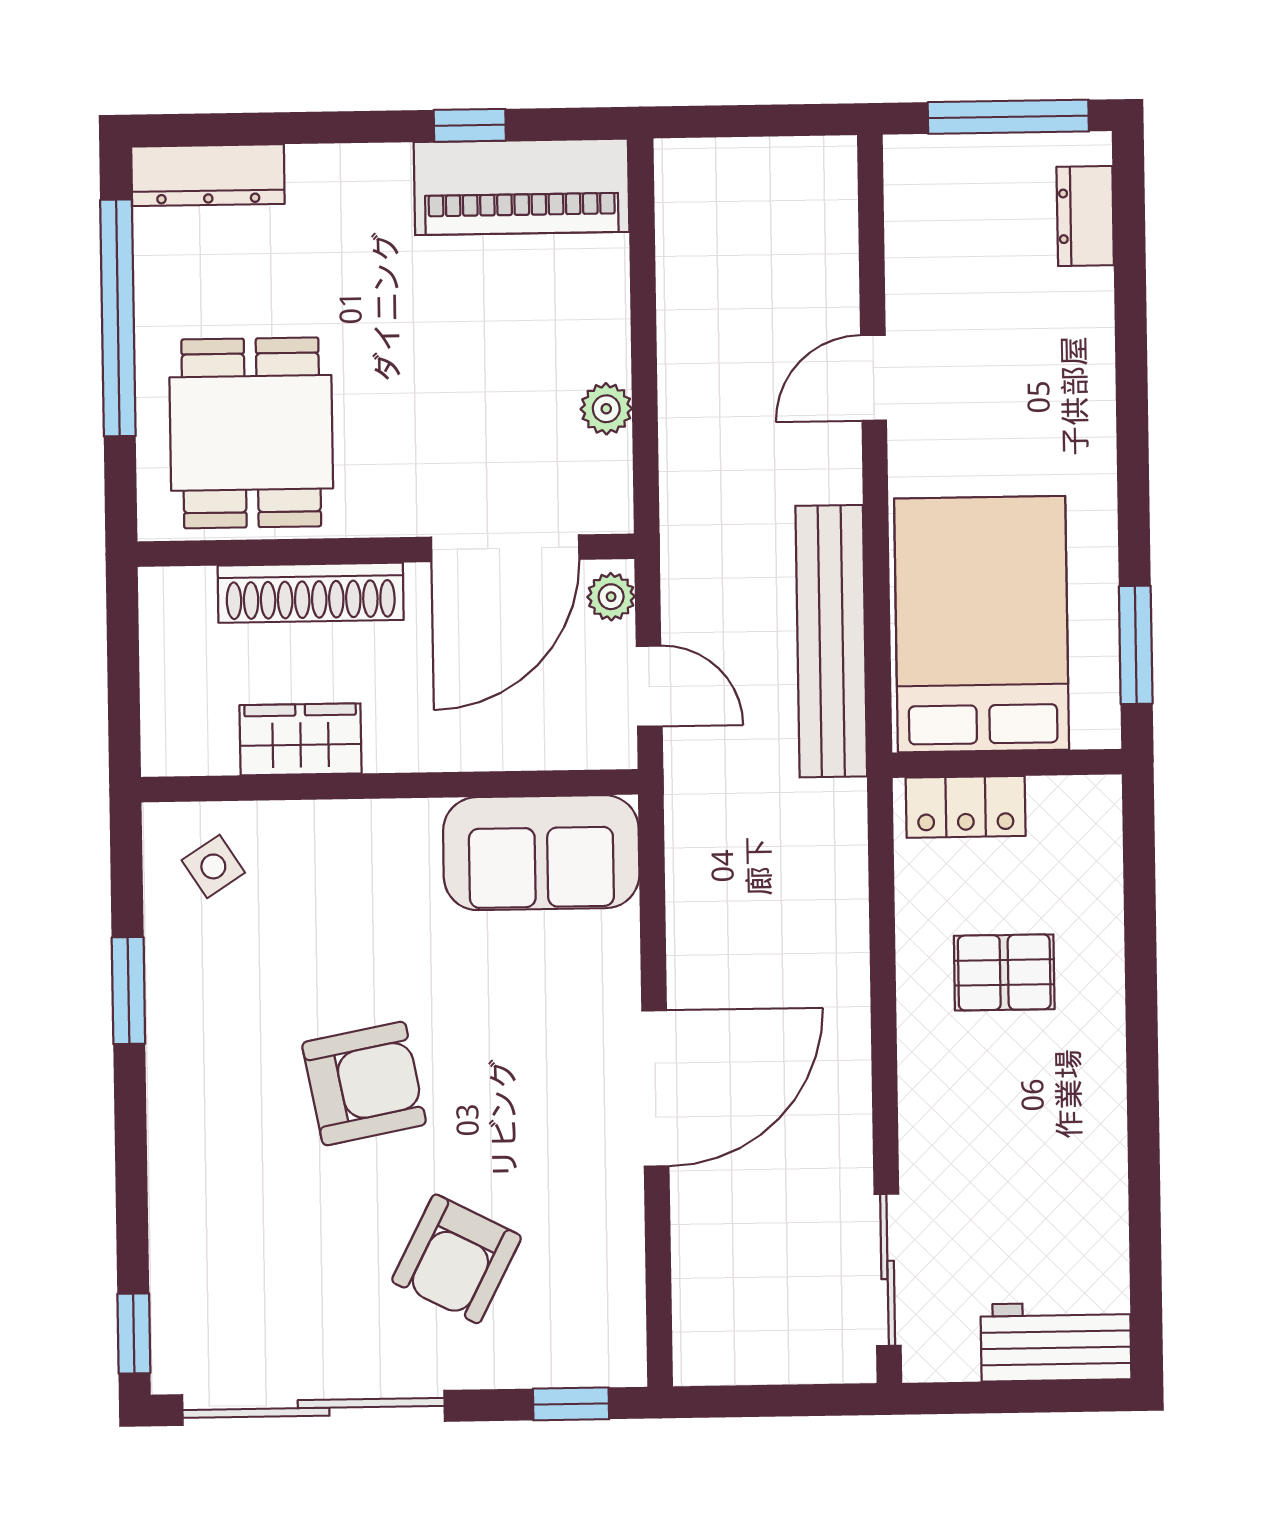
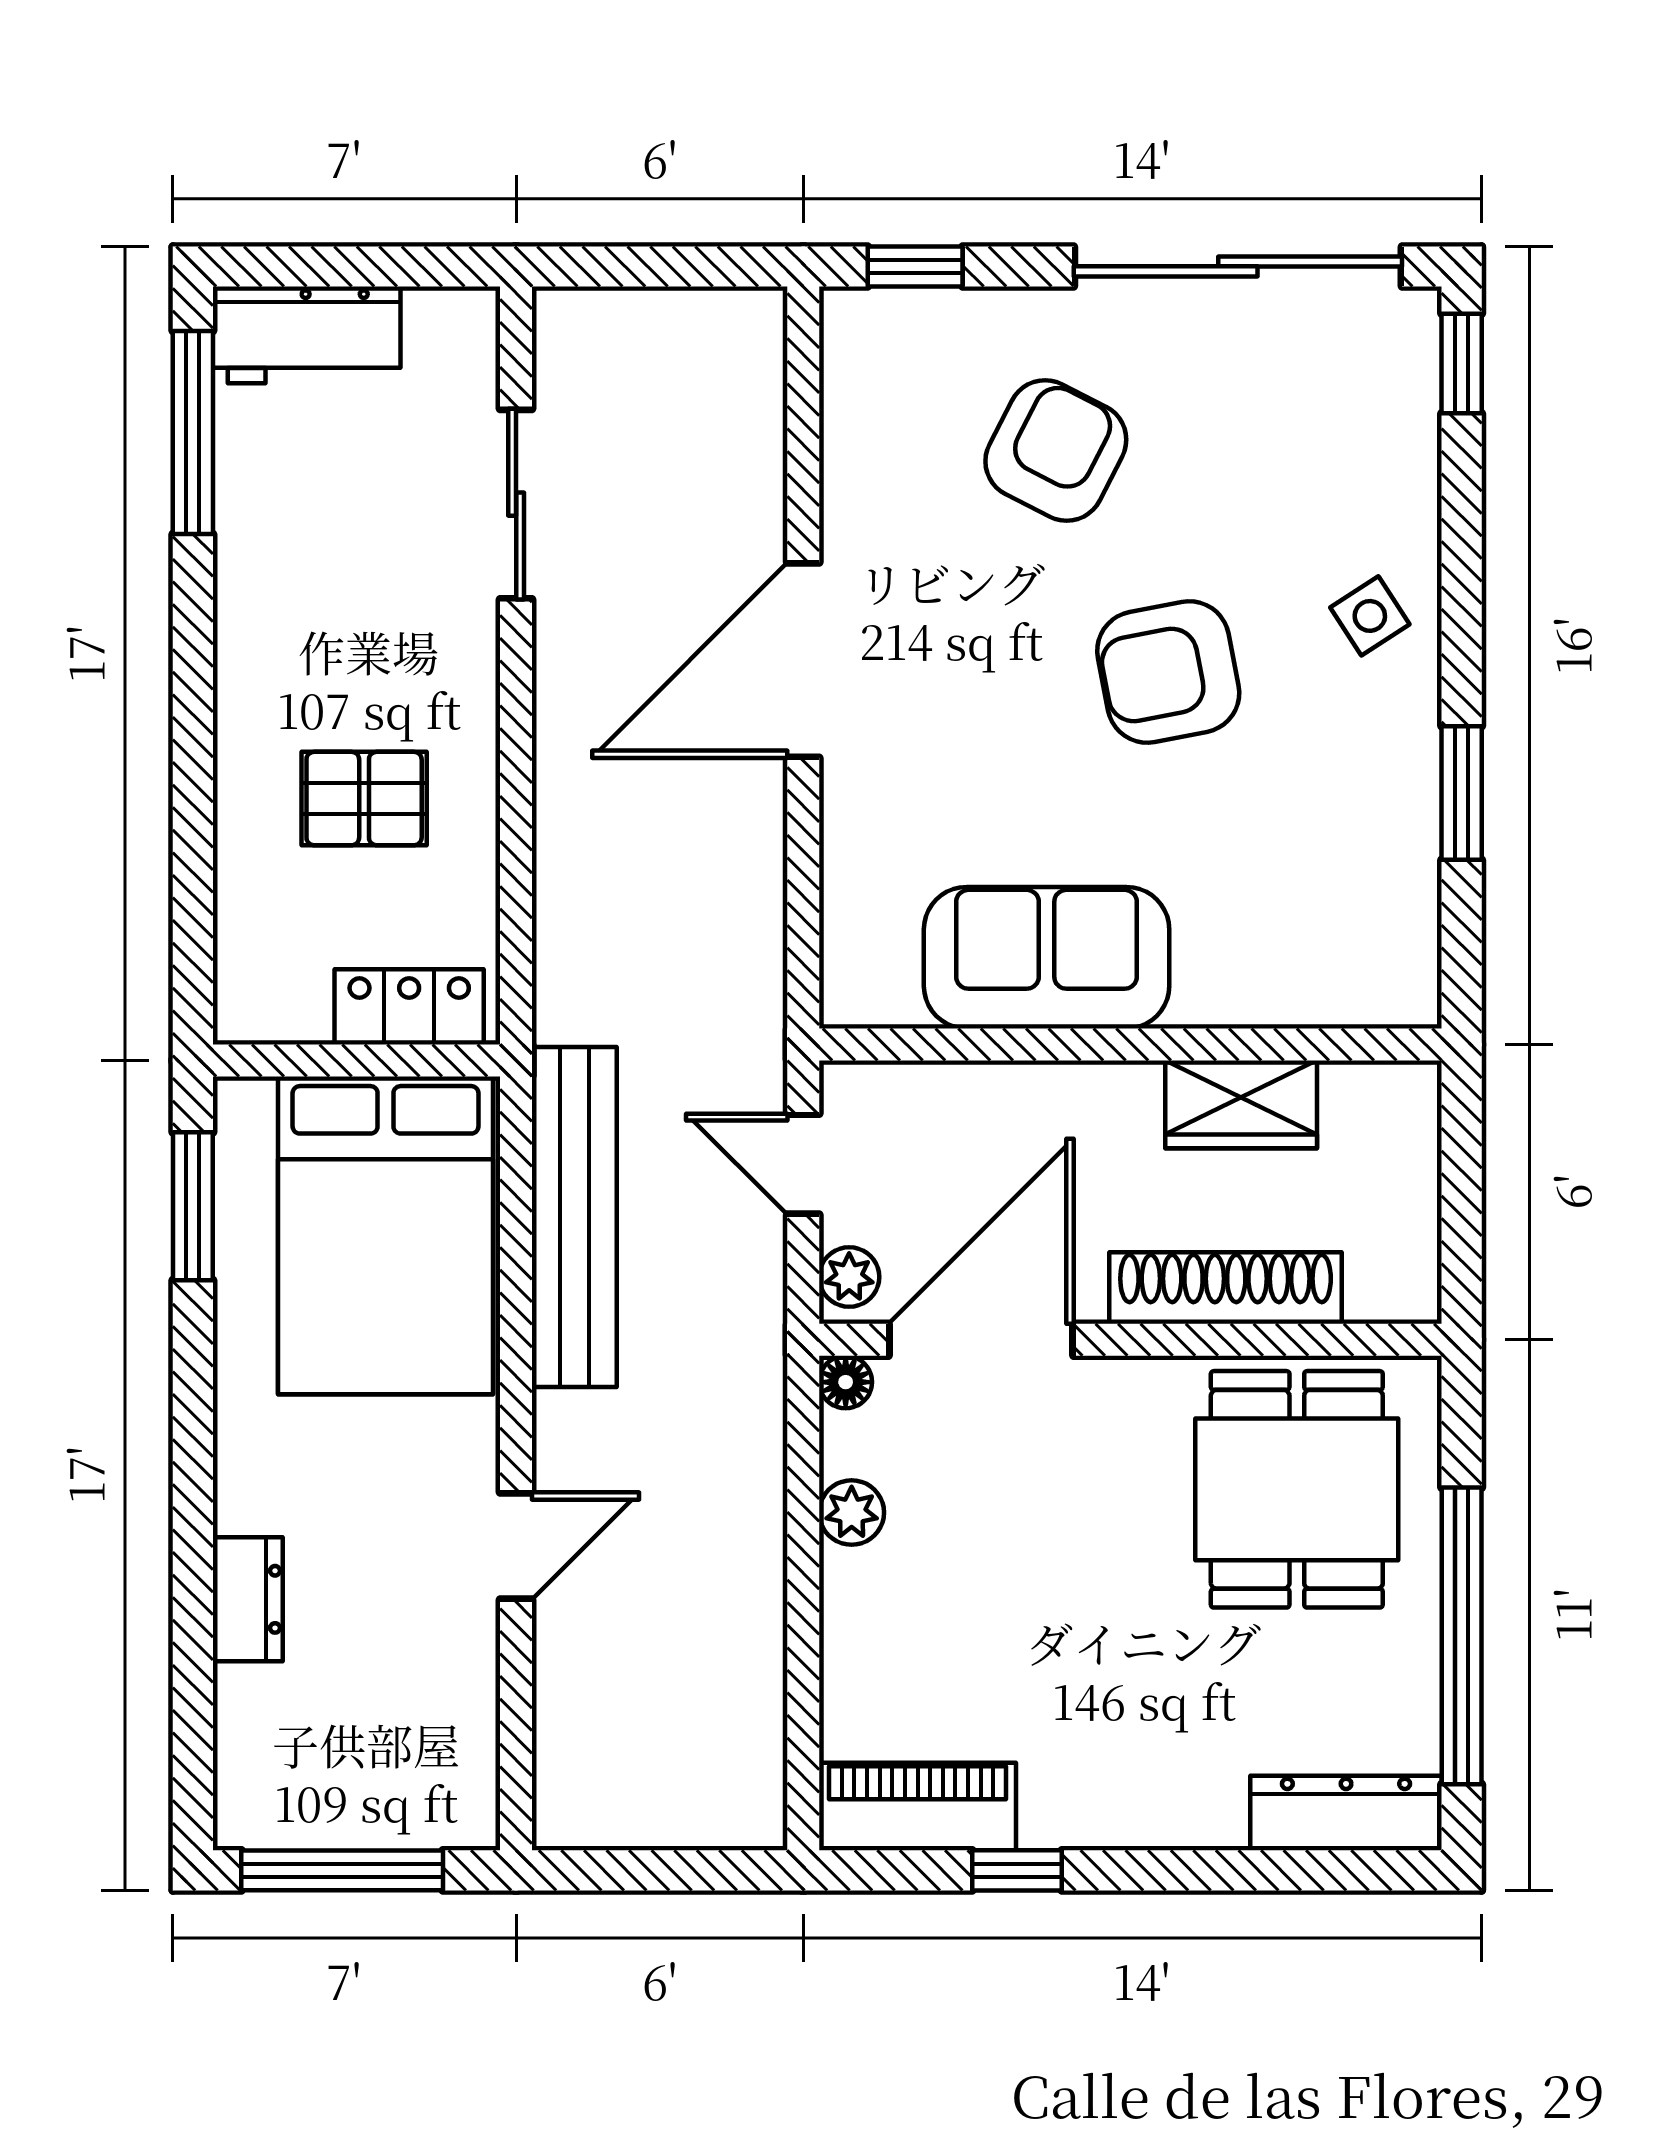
piano: (521, 187) -> (918, 1807), width x0.73, depth x0.75
dresser: (1085, 216) -> (248, 1599), moved
floor lamp: (613, 513) -> (846, 1382), added
sofa: (541, 853) -> (1047, 958), moved
side table: (213, 866) -> (1370, 616), moved
window: (1145, 1262) -> (193, 432), added
sliding door: (888, 1270) -> (516, 504), moved

